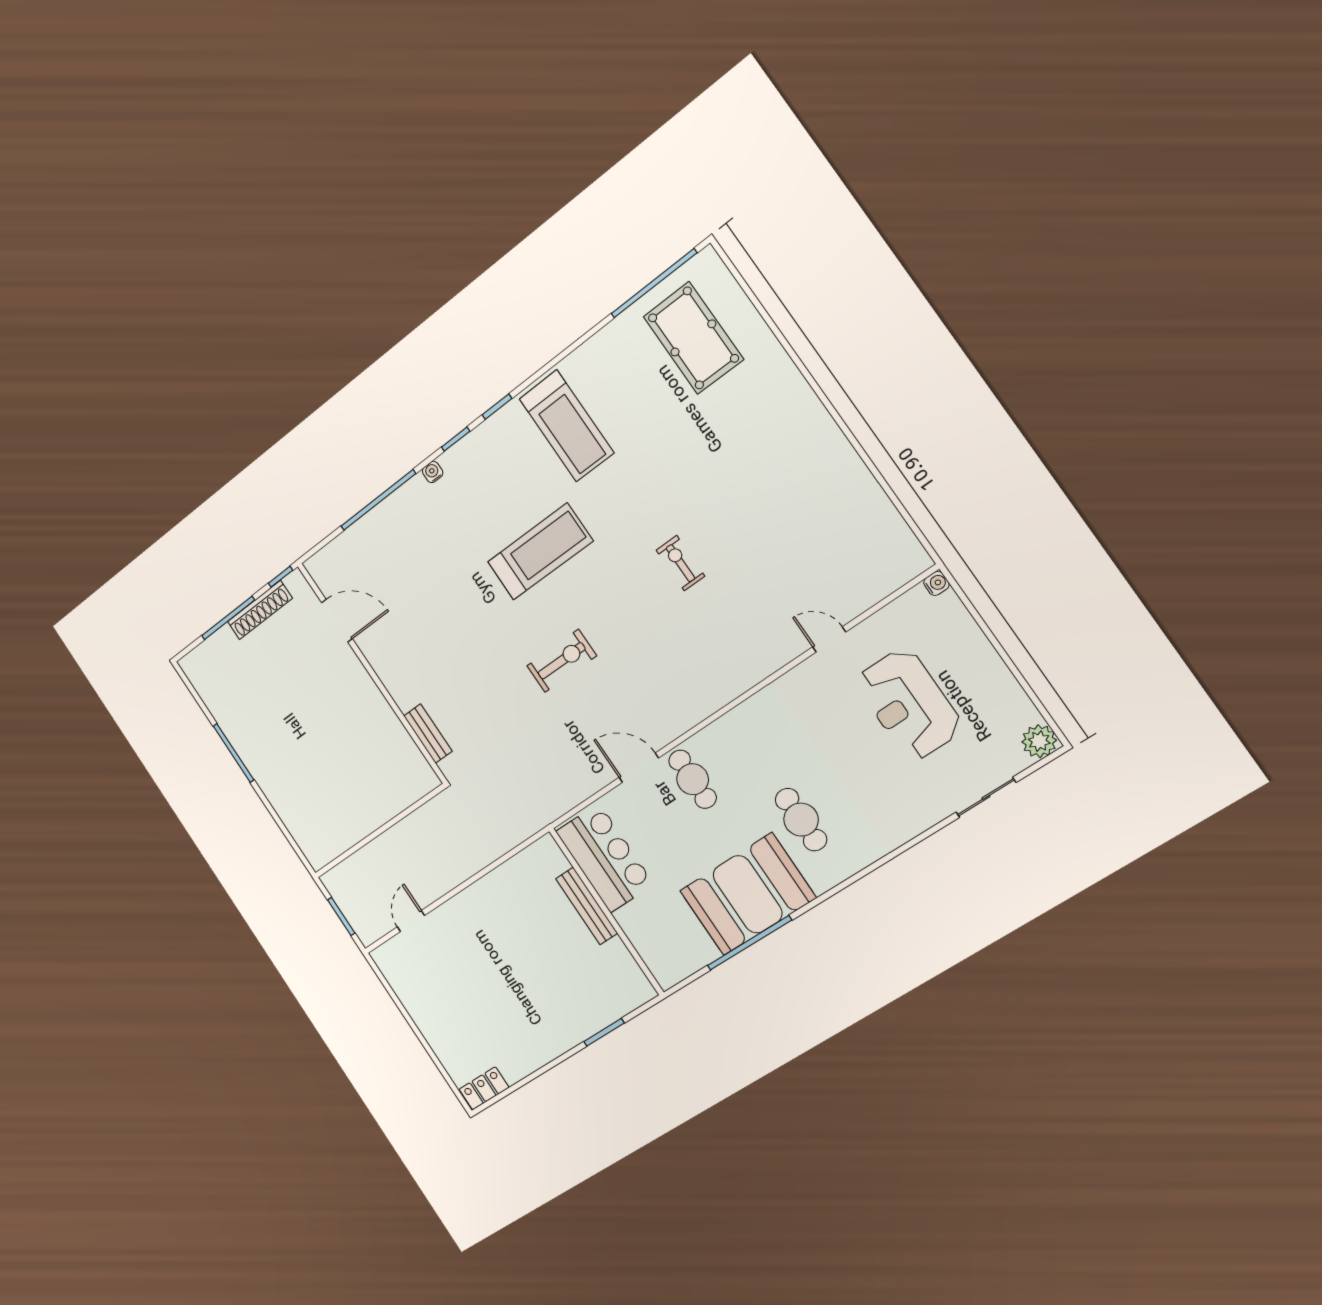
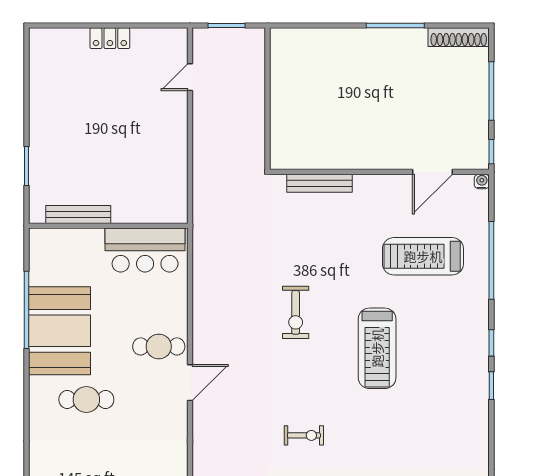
treadmill: (567, 426) -> (423, 256), moved
water cooler: (433, 472) -> (482, 181), moved, turned -90
shoe rack: (260, 610) -> (459, 37), moved, turned -90
bench: (428, 734) -> (319, 183), width x1.36
door: (639, 768) -> (190, 383), moved
bench: (587, 906) -> (78, 214), moved
door: (411, 921) -> (190, 77), swing flipped
locker: (484, 1088) -> (110, 38), moved, turned 90

